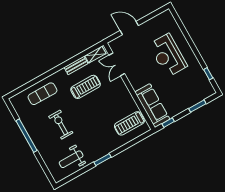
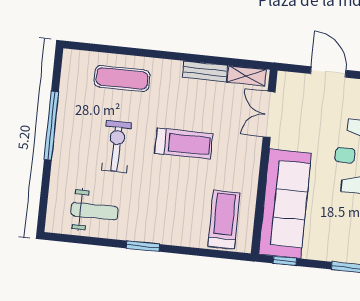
treadmill: (86, 87) -> (184, 144), moved
sofa: (152, 106) -> (285, 204), width x1.36, depth x1.27
treadmill: (129, 123) -> (224, 220), turned 90
weight bench: (71, 159) -> (94, 211), turned 180

